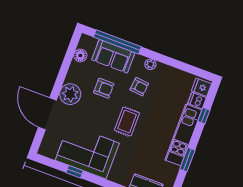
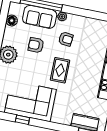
plant: (150, 64) -> (62, 17), moved
armchair: (104, 88) -> (36, 45), turned 180

